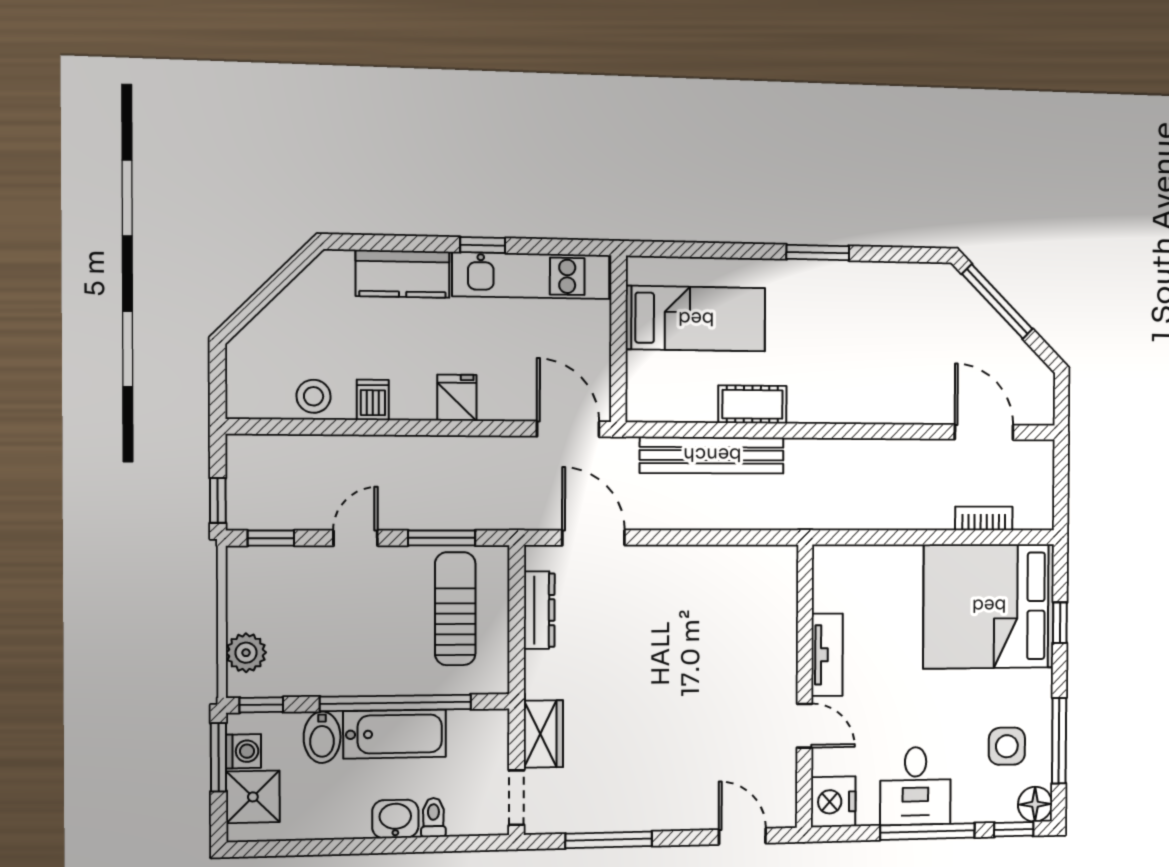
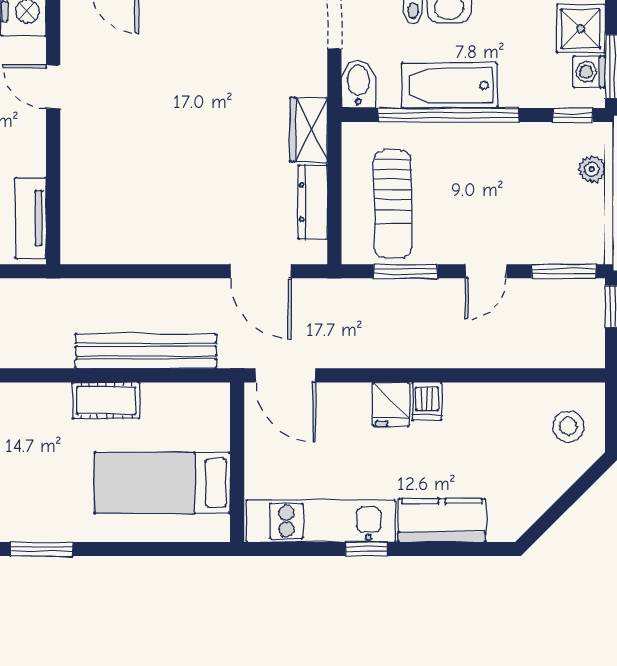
stool: (314, 396) -> (568, 426), moved
dishwasher: (373, 400) -> (427, 401), moved
window: (271, 538) -> (564, 271), width x1.50
plant: (246, 653) -> (592, 169), width x0.73, depth x0.73
tv unit: (827, 655) -> (31, 218), moved
wardrobe: (543, 734) -> (309, 130), moved
bidet: (322, 737) -> (358, 84), moved

